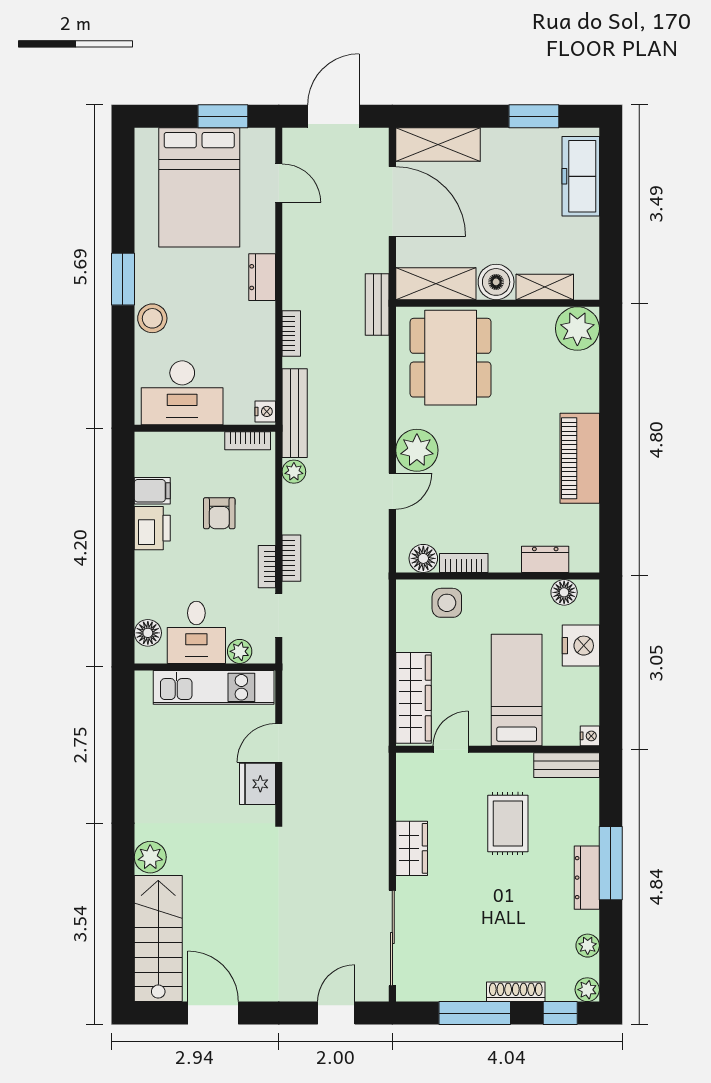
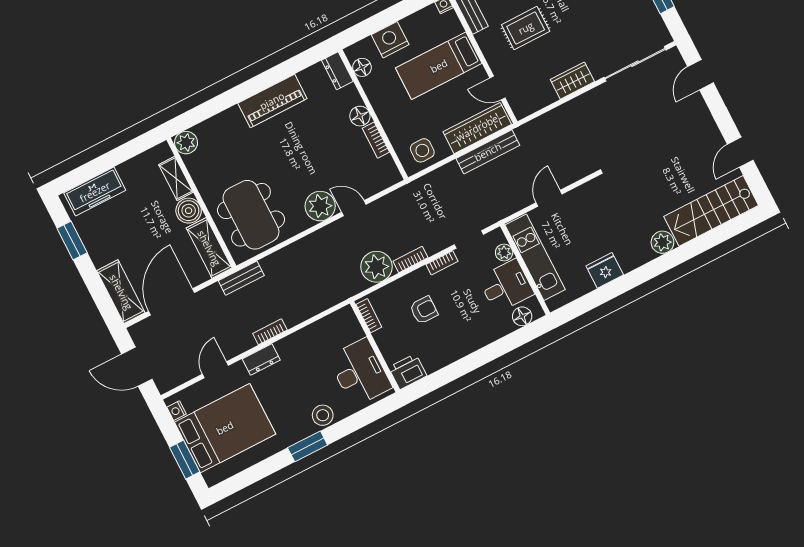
window: (223, 116) -> (185, 460), moved
door: (279, 183) -> (215, 370), moved
plant: (577, 329) -> (186, 143), width x0.73, depth x0.73
bookcase: (291, 333) -> (270, 332), moved
dining table: (451, 358) -> (251, 215), turned 90
nightstand: (265, 411) -> (177, 411), moved, turned -90
bench: (295, 413) -> (488, 152), moved
plant: (294, 472) -> (377, 267), width x1.88, depth x1.88
filing cabinet: (152, 491) -> (431, 359), removed
printer: (152, 528) -> (408, 372), moved
bookcase: (291, 558) -> (411, 259), moved
floor lamp: (423, 558) -> (360, 116), moved
dresser: (545, 559) -> (337, 71), moved
side table: (447, 603) -> (422, 150), moved
door: (279, 743) -> (549, 198), swing flipped
fridge: (257, 784) -> (605, 270), moved, turned 180
door: (213, 1013) -> (740, 152), width x0.73
door: (336, 1013) -> (700, 75), hinge flipped

